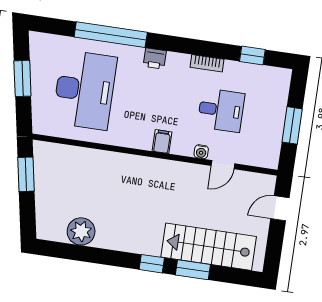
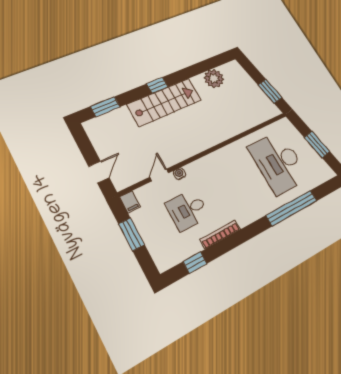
printer: (155, 59) -> (254, 213), removed
bookcase: (207, 63) -> (220, 234), width x1.56
filing cabinet: (162, 142) -> (130, 202), moved
stairs: (209, 247) -> (164, 102), moved
window: (193, 270) -> (105, 107), moved

